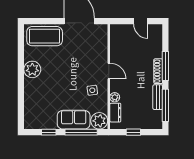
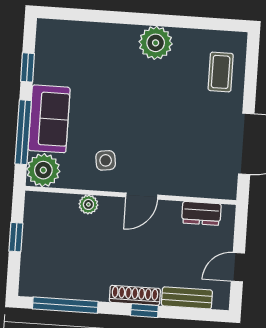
coffee table: (45, 36) -> (221, 72), width x0.54, depth x0.58
window: (165, 66) -> (144, 311), width x0.46
bench: (158, 97) -> (187, 298), moved
dresser: (115, 113) -> (201, 213), moved

